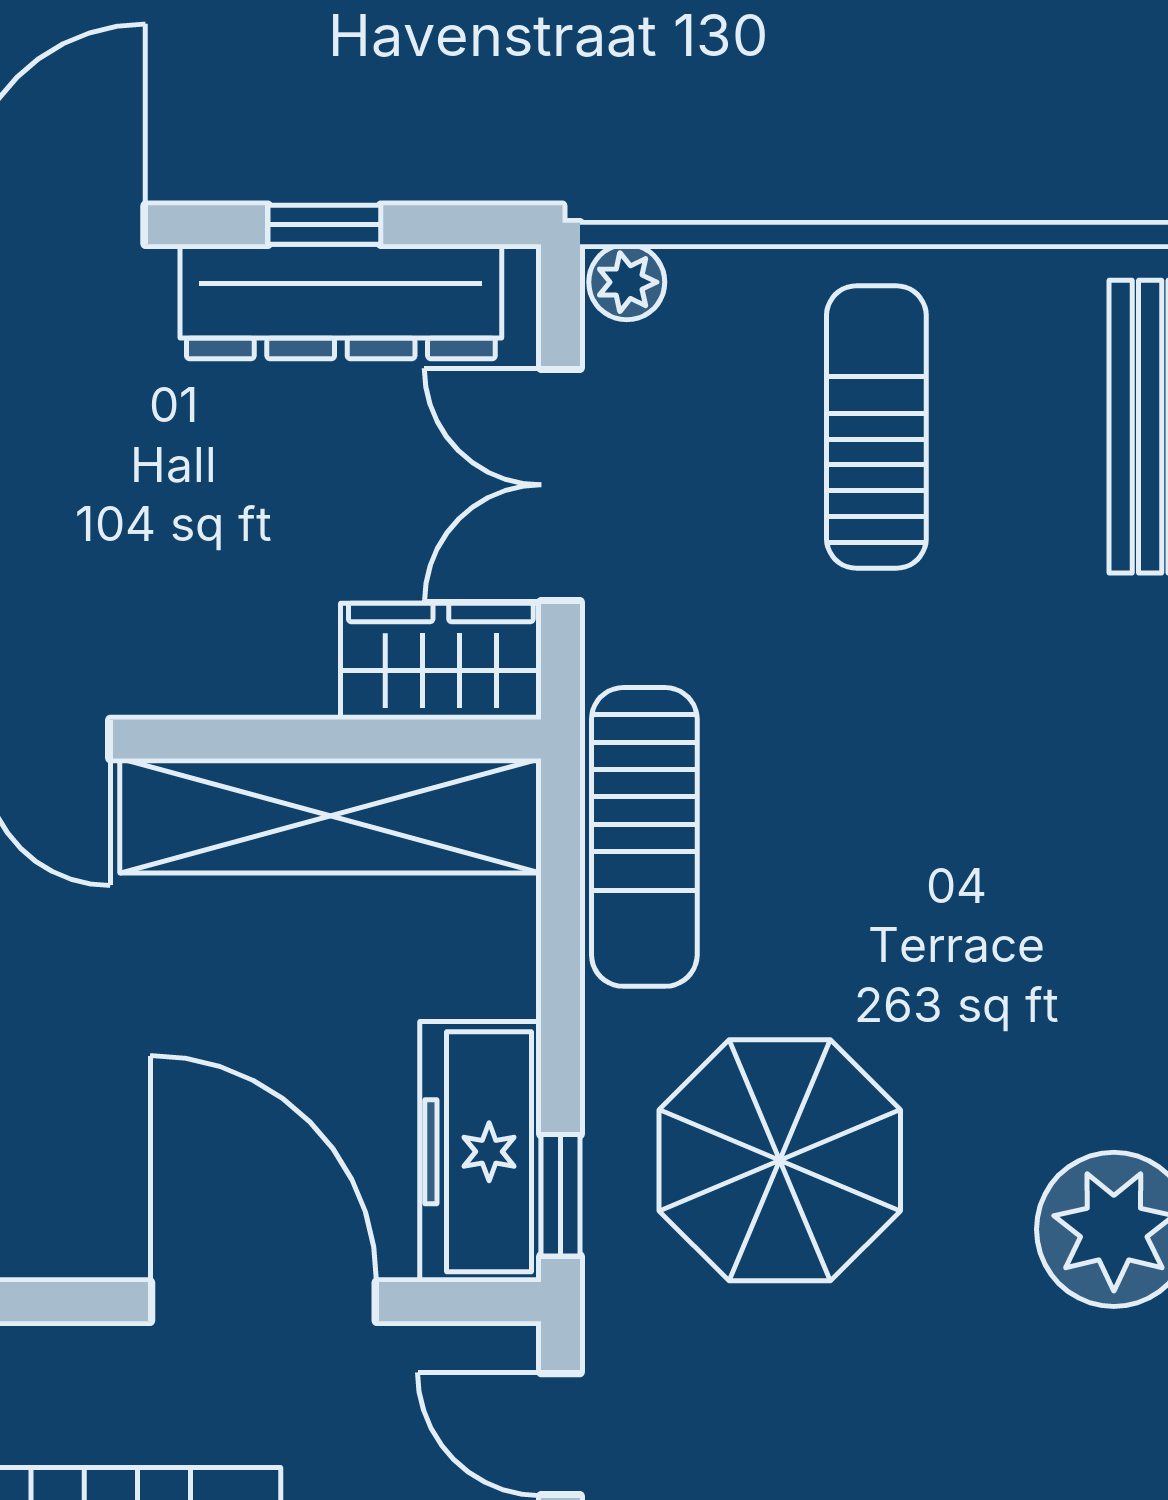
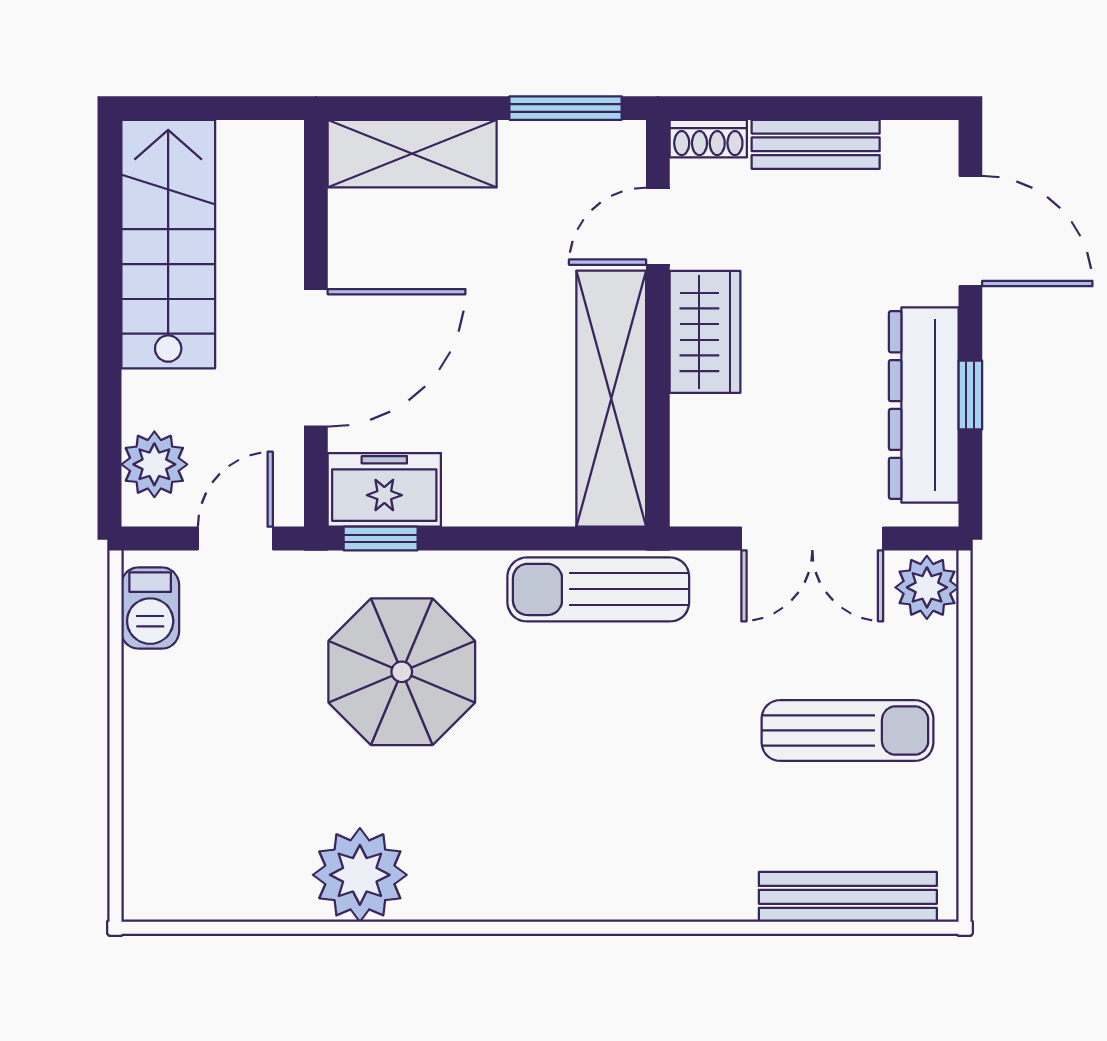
plant: (627, 282) -> (927, 587), width x1.38, depth x1.38
double door: (561, 485) -> (812, 539), swing flipped
wardrobe: (441, 661) -> (705, 332), moved
freezer: (481, 1152) -> (384, 490), width x0.71

